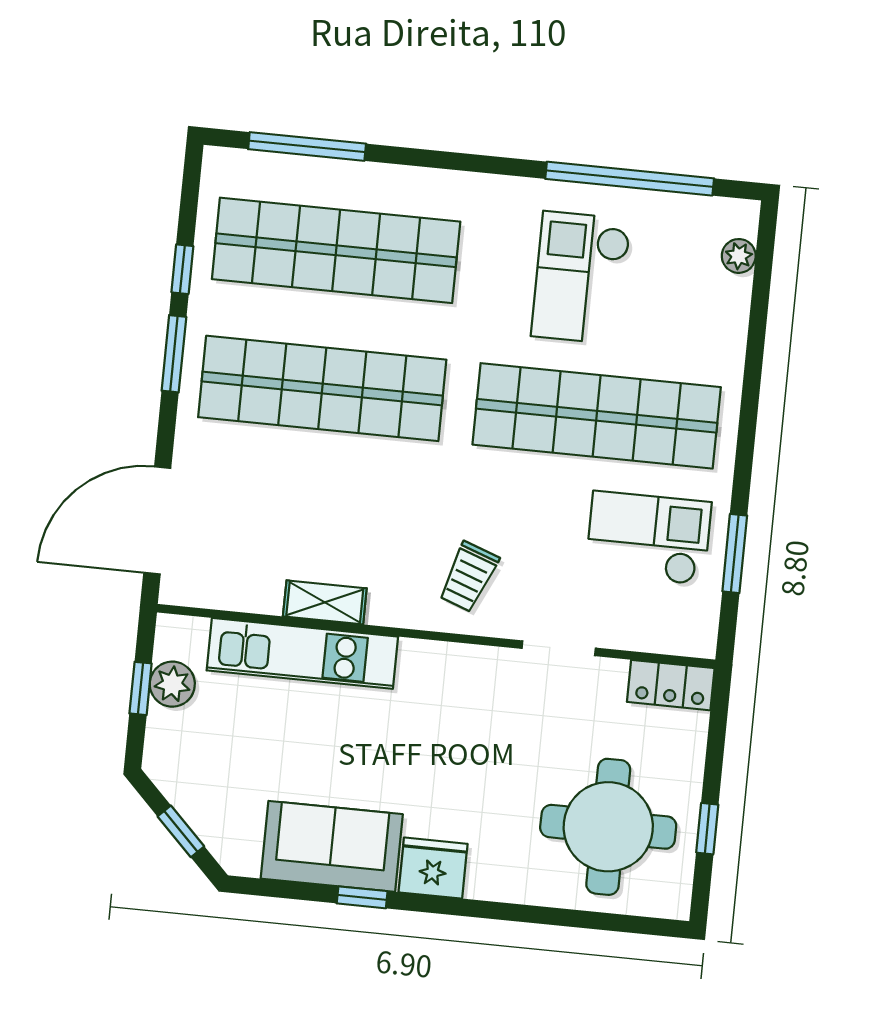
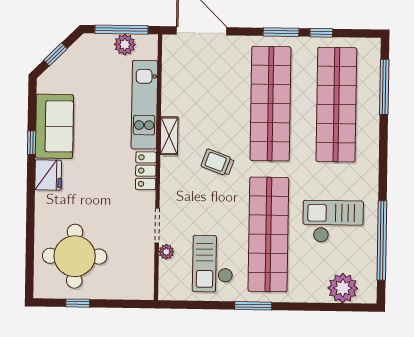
plant: (739, 256) -> (343, 288), width x1.88, depth x1.88
checkout: (648, 538) -> (213, 264), turned 180
window: (735, 553) -> (253, 306), moved
trolley: (469, 577) -> (218, 163), moved
shelving: (325, 602) -> (169, 136), moved
plant: (615, 633) -> (166, 252), added
locker: (671, 685) -> (146, 171), moved
window: (141, 688) -> (121, 30), width x2.17

